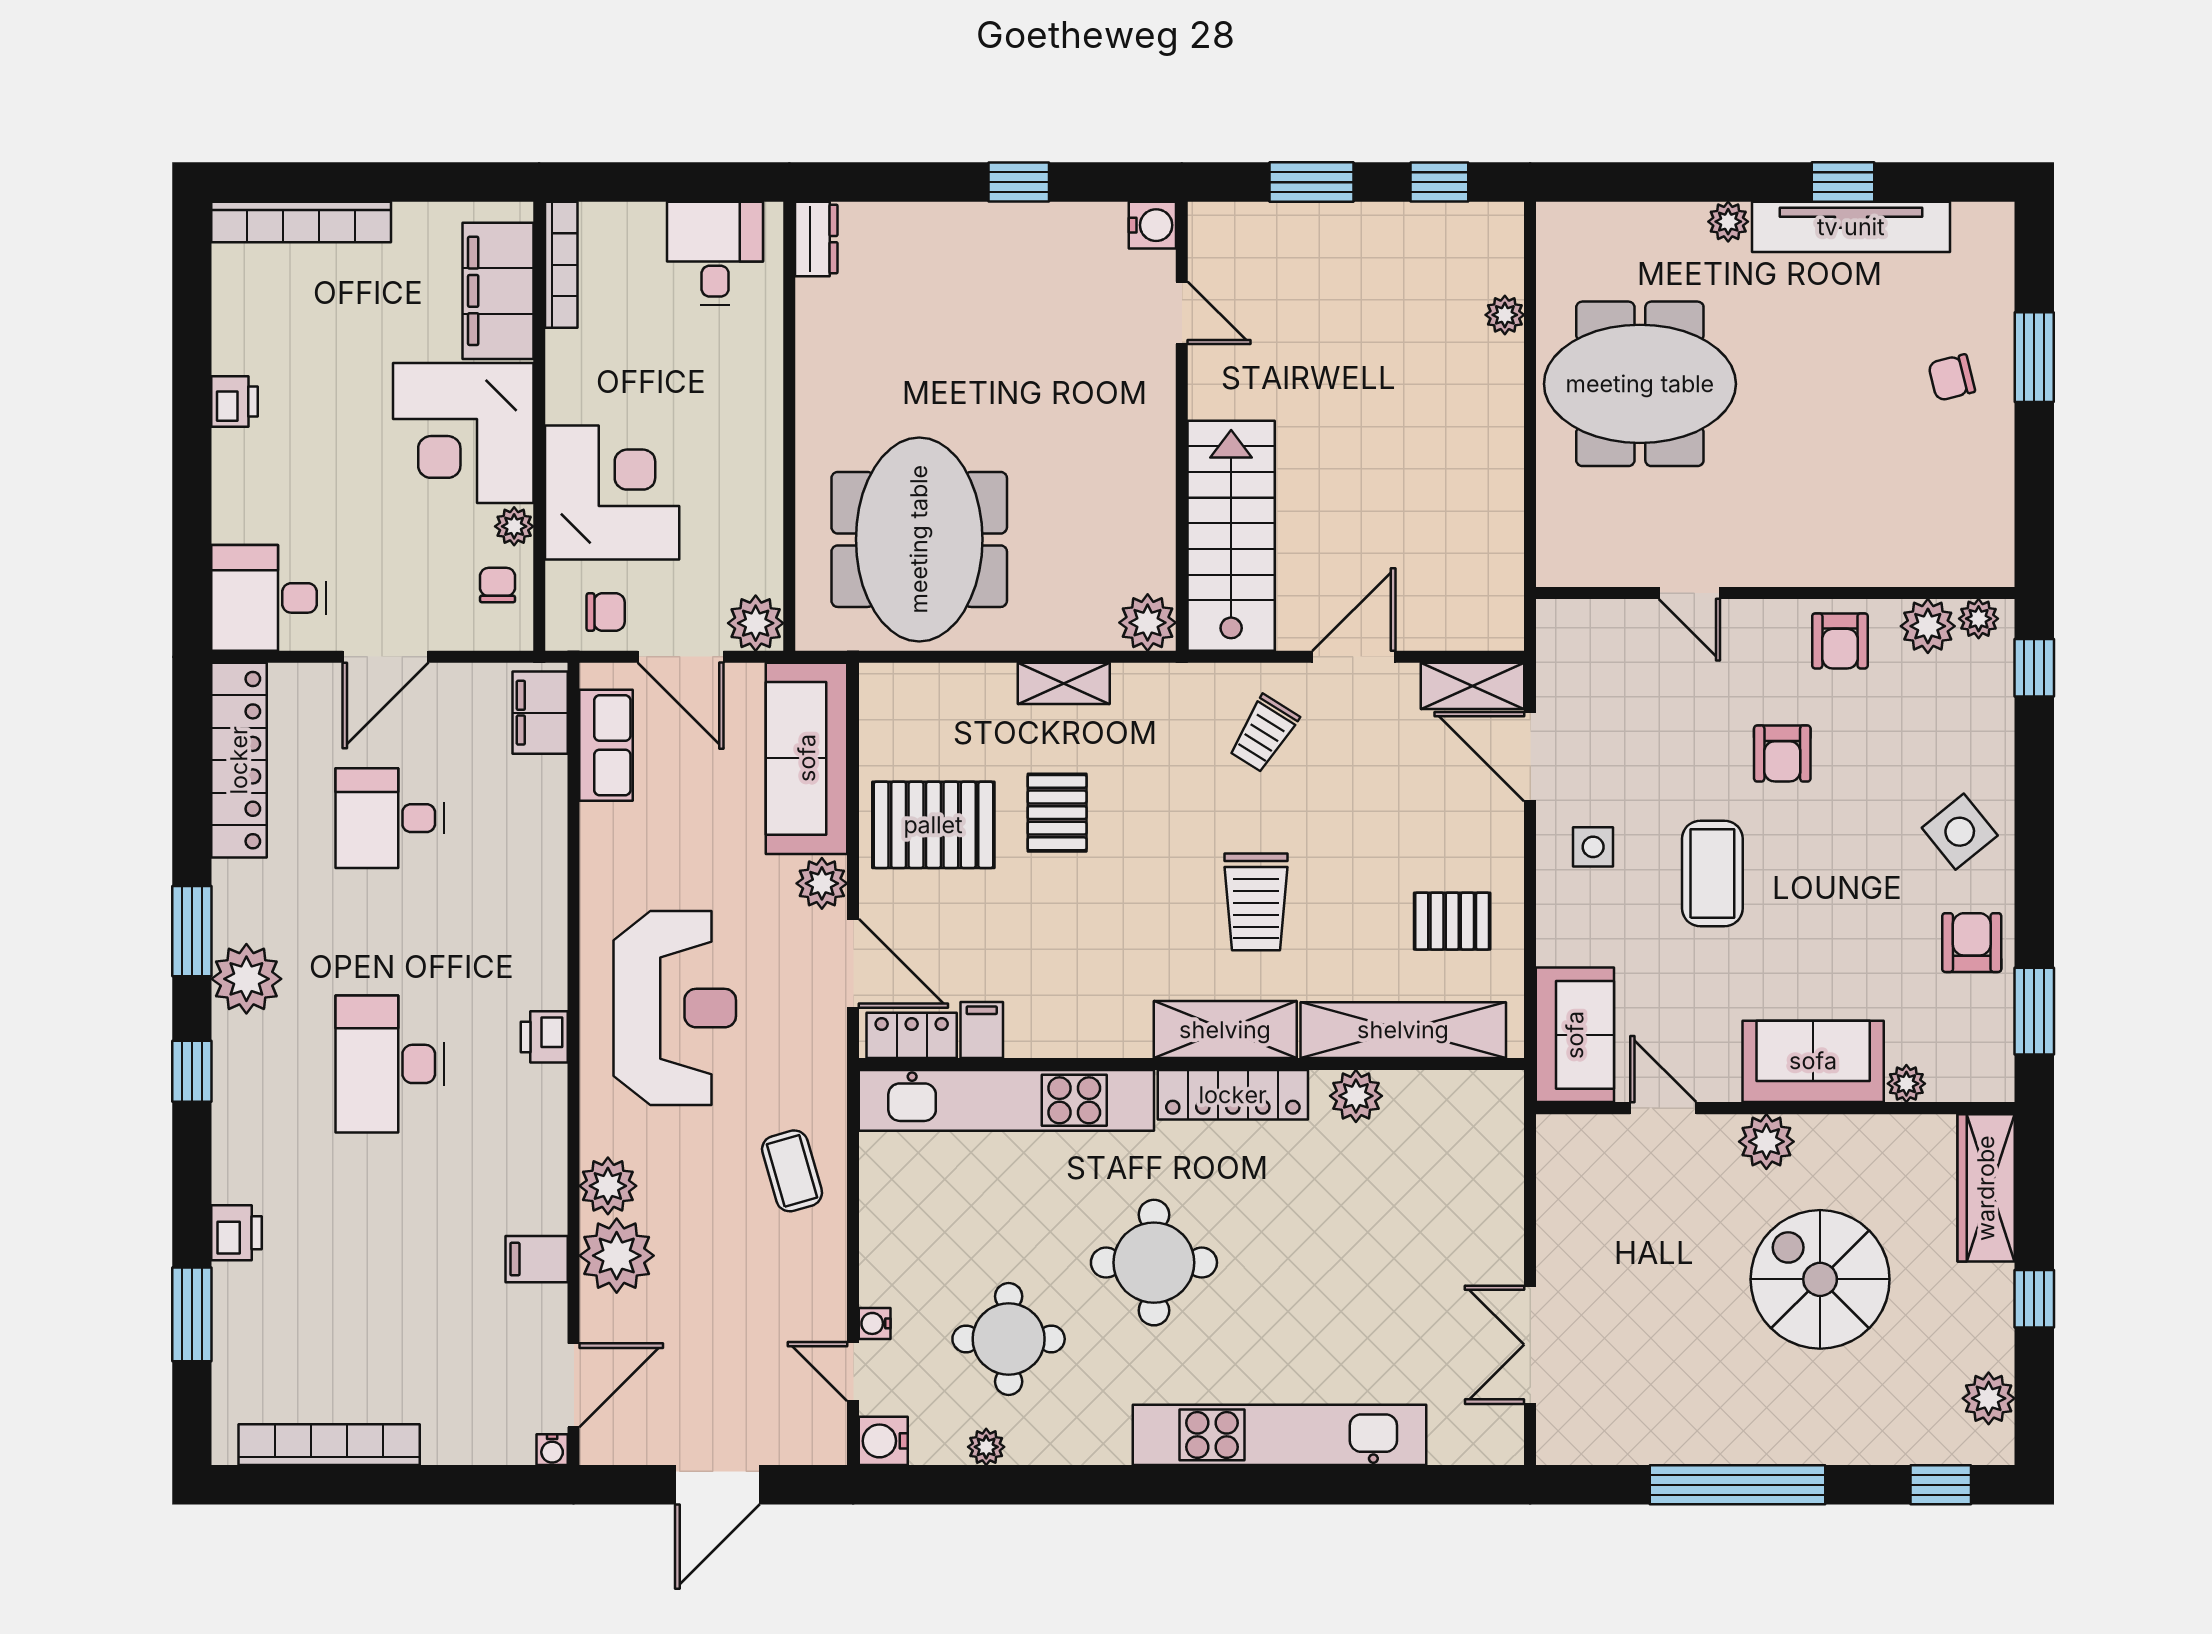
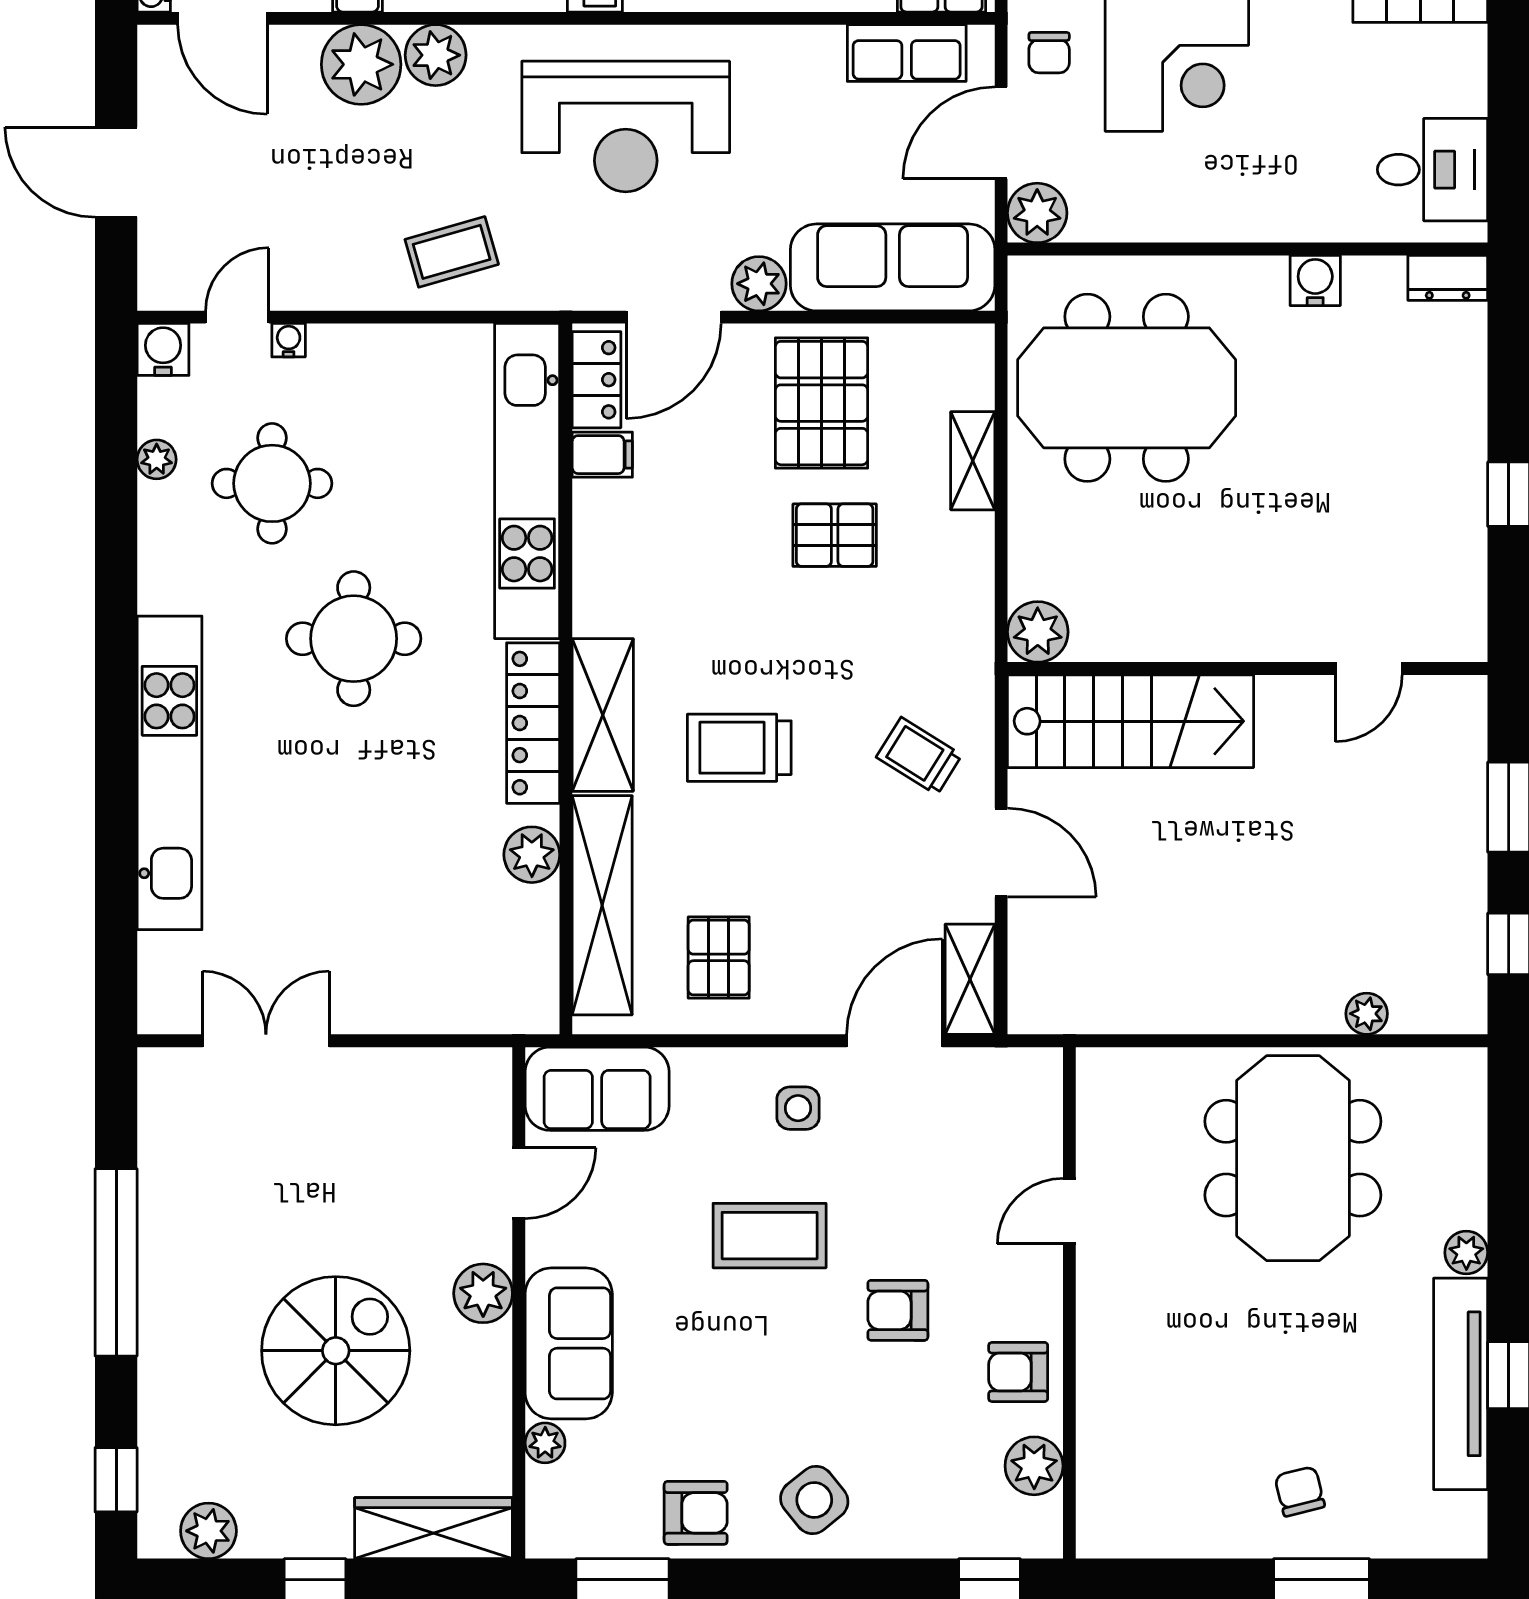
water cooler: (1152, 225) -> (1315, 280), moved, turned 180
plant: (1979, 619) -> (1042, 1520), removed
shelving: (1064, 683) -> (973, 461), moved

